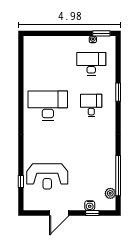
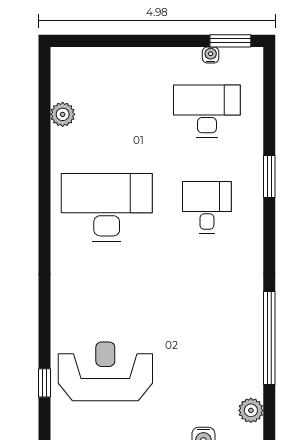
plant: (29, 65) -> (63, 114), added
reception desk: (47, 176) -> (105, 371), turned 180
window: (118, 176) -> (269, 338), moved

